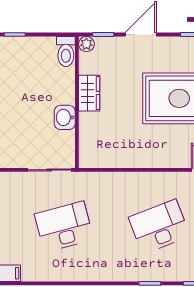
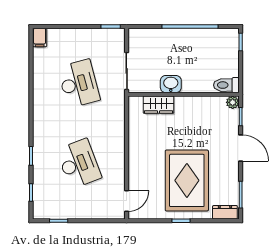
wardrobe: (89, 93) -> (159, 105), moved

